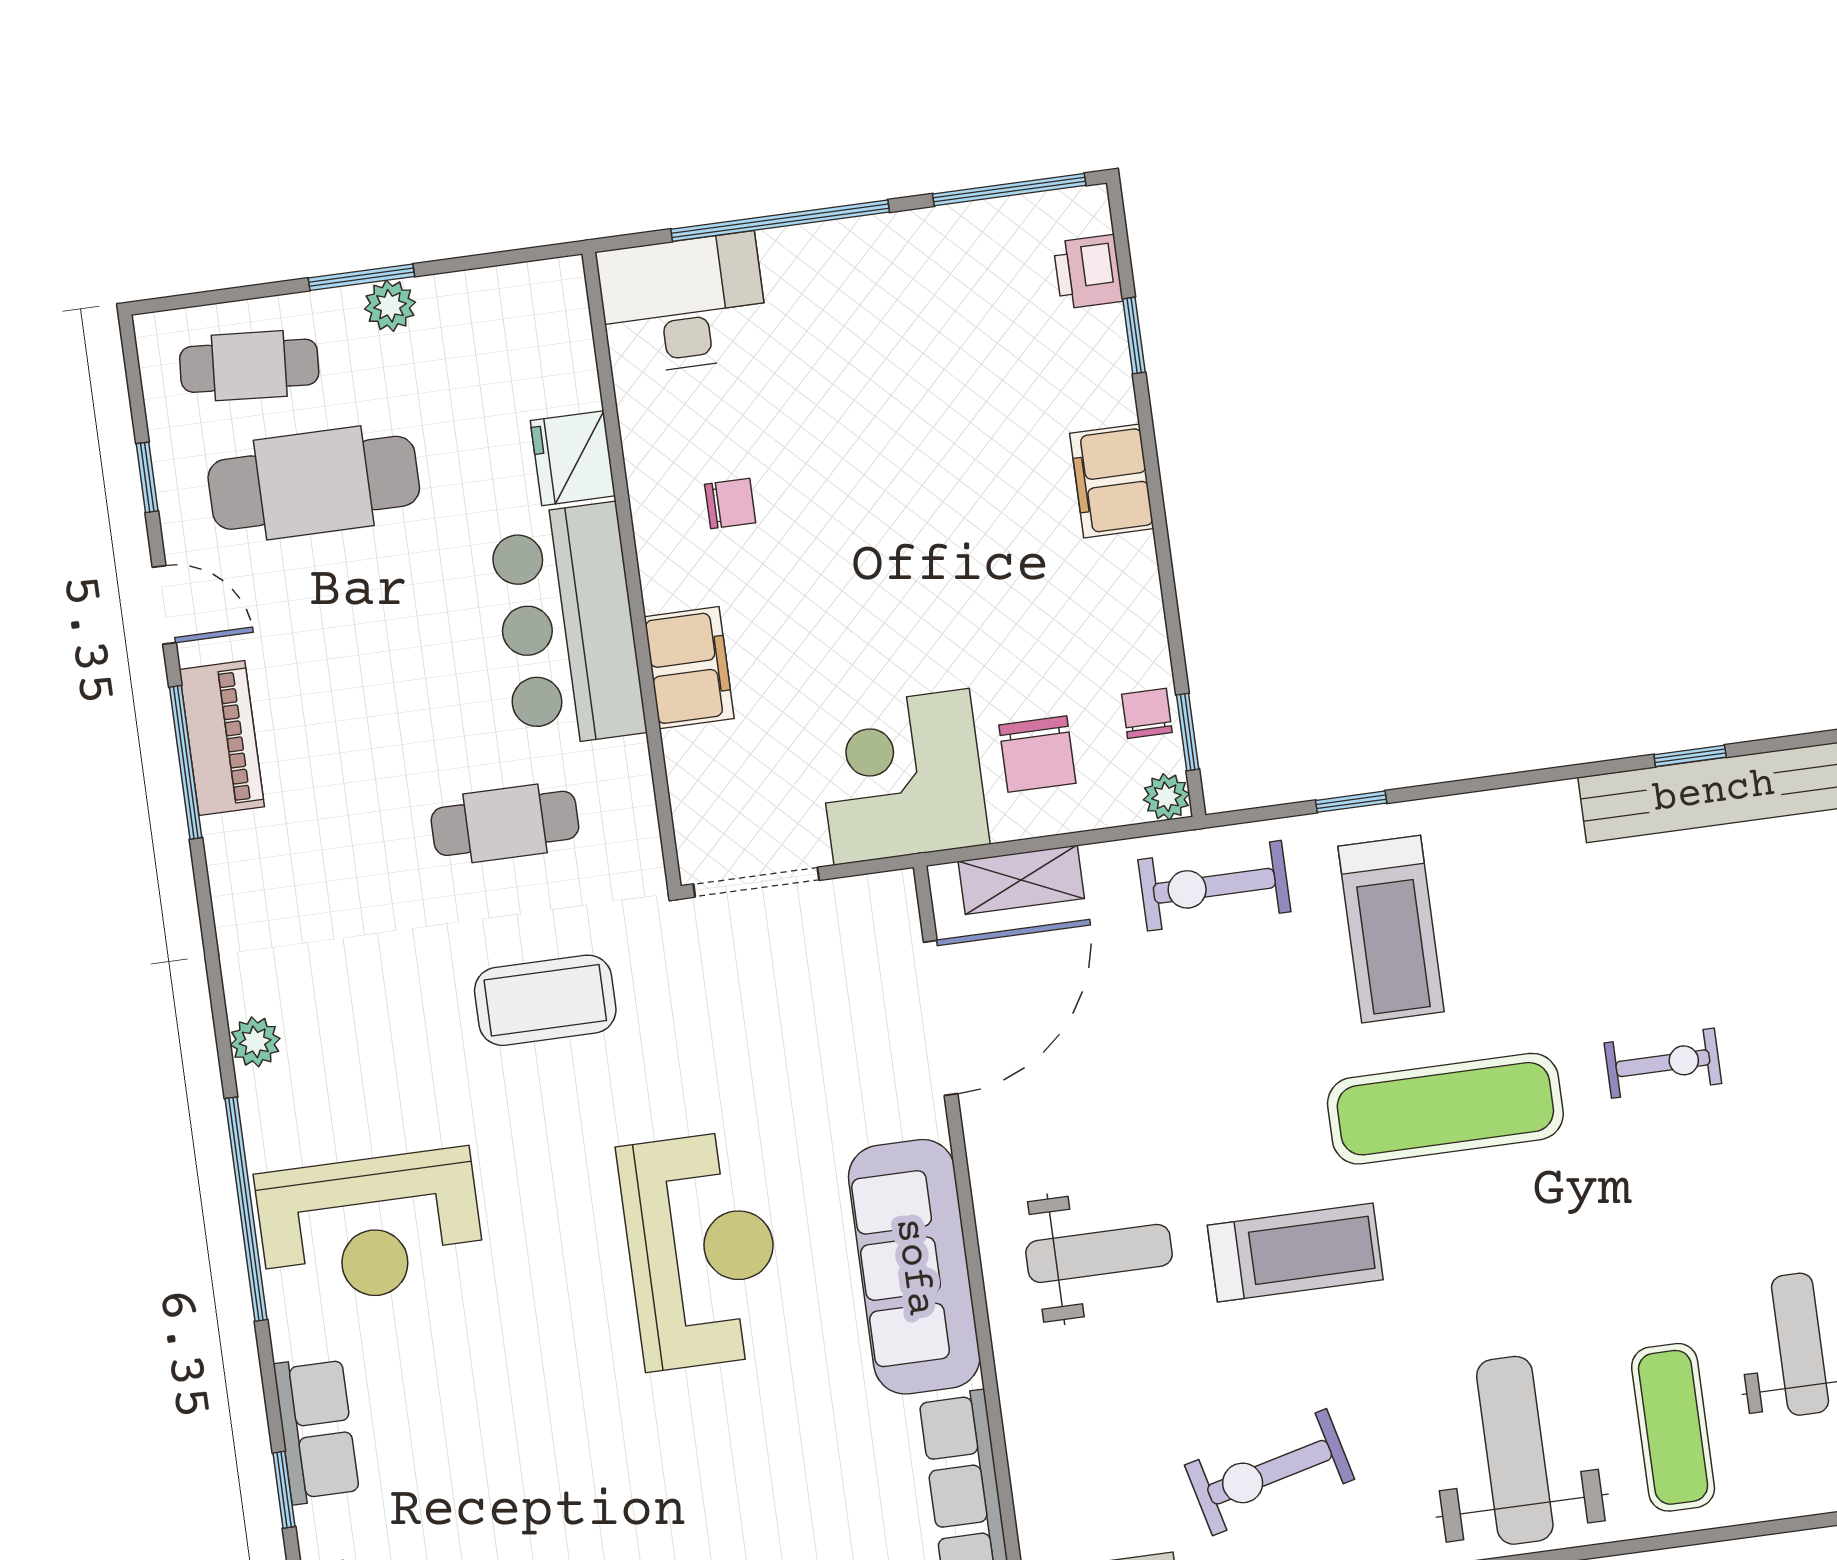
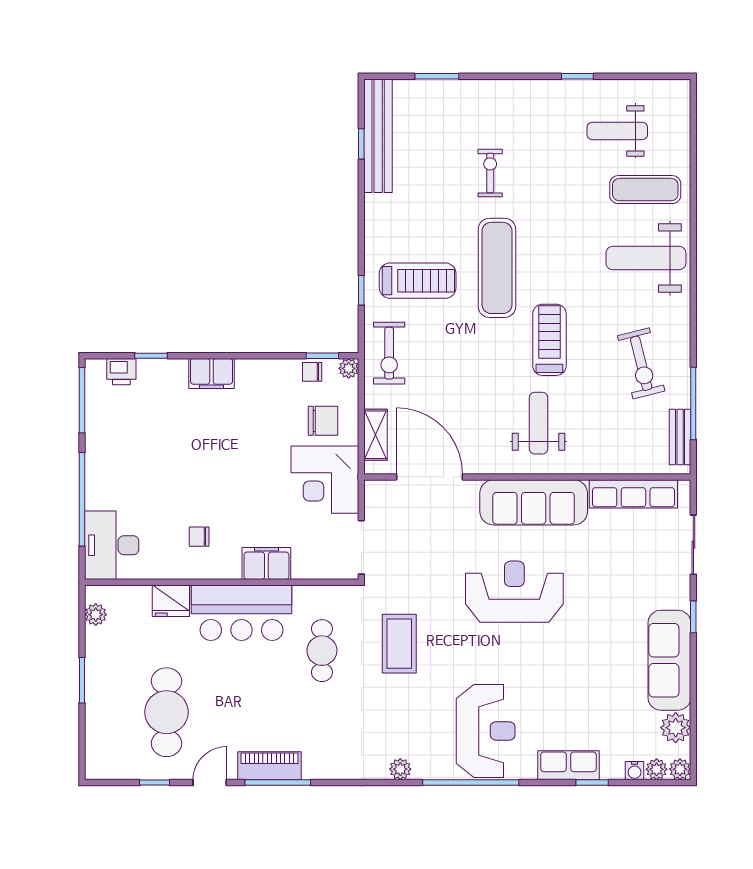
plant: (390, 306) -> (96, 615), moved
cafe table: (249, 366) -> (113, 733), removed
chair: (730, 503) -> (199, 537), turned -90

